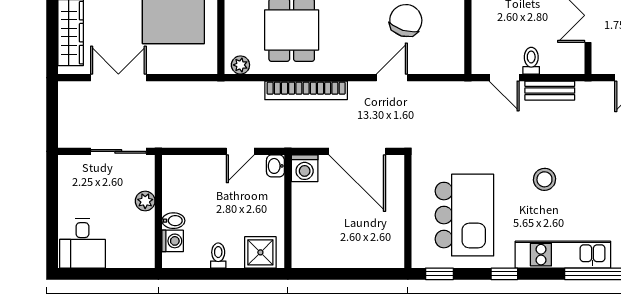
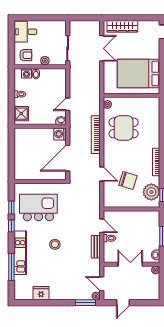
door: (504, 78) -> (102, 226), swing flipped
door: (240, 151) -> (68, 104), hinge flipped
kitchen island: (464, 215) -> (38, 207), turned 180
armchair: (134, 243) -> (26, 55), added
window: (439, 274) -> (11, 207), moved

